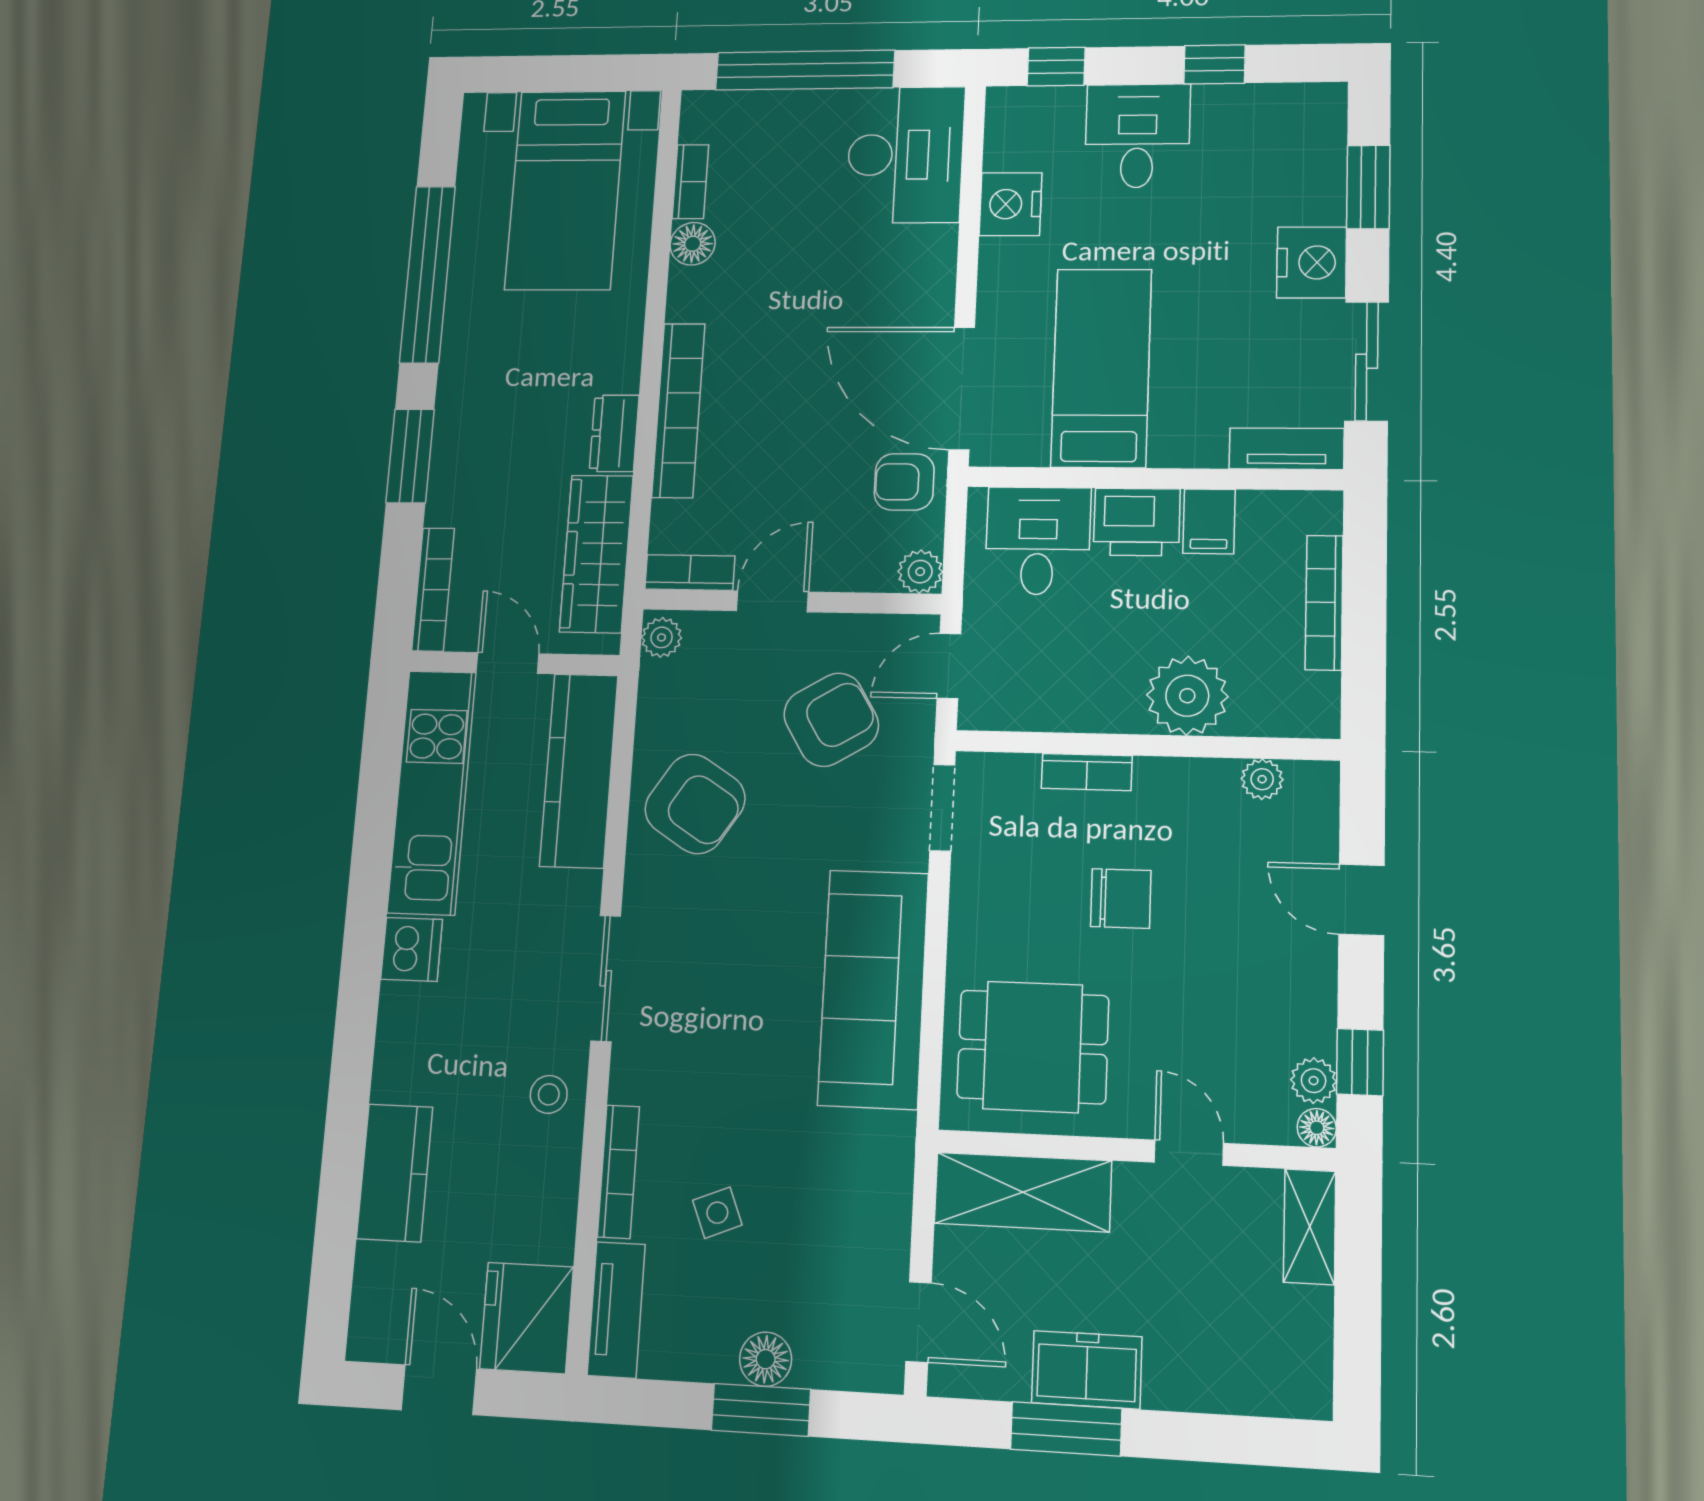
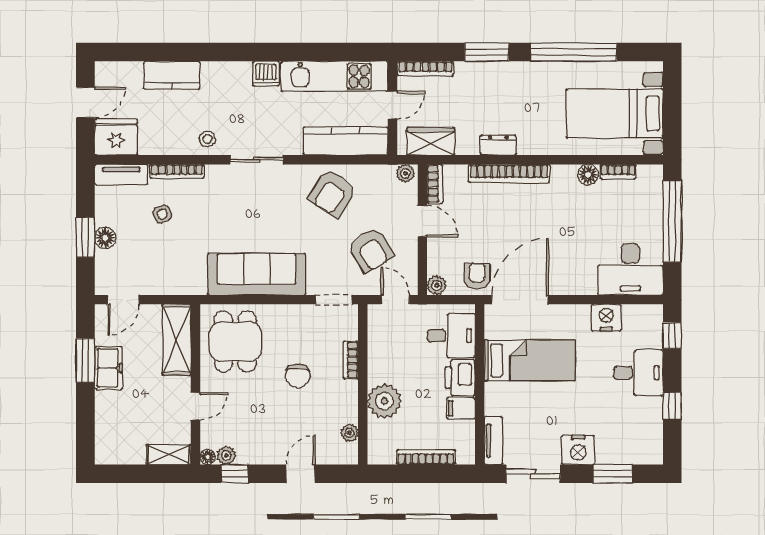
wardrobe: (596, 554) -> (431, 141), width x0.67

